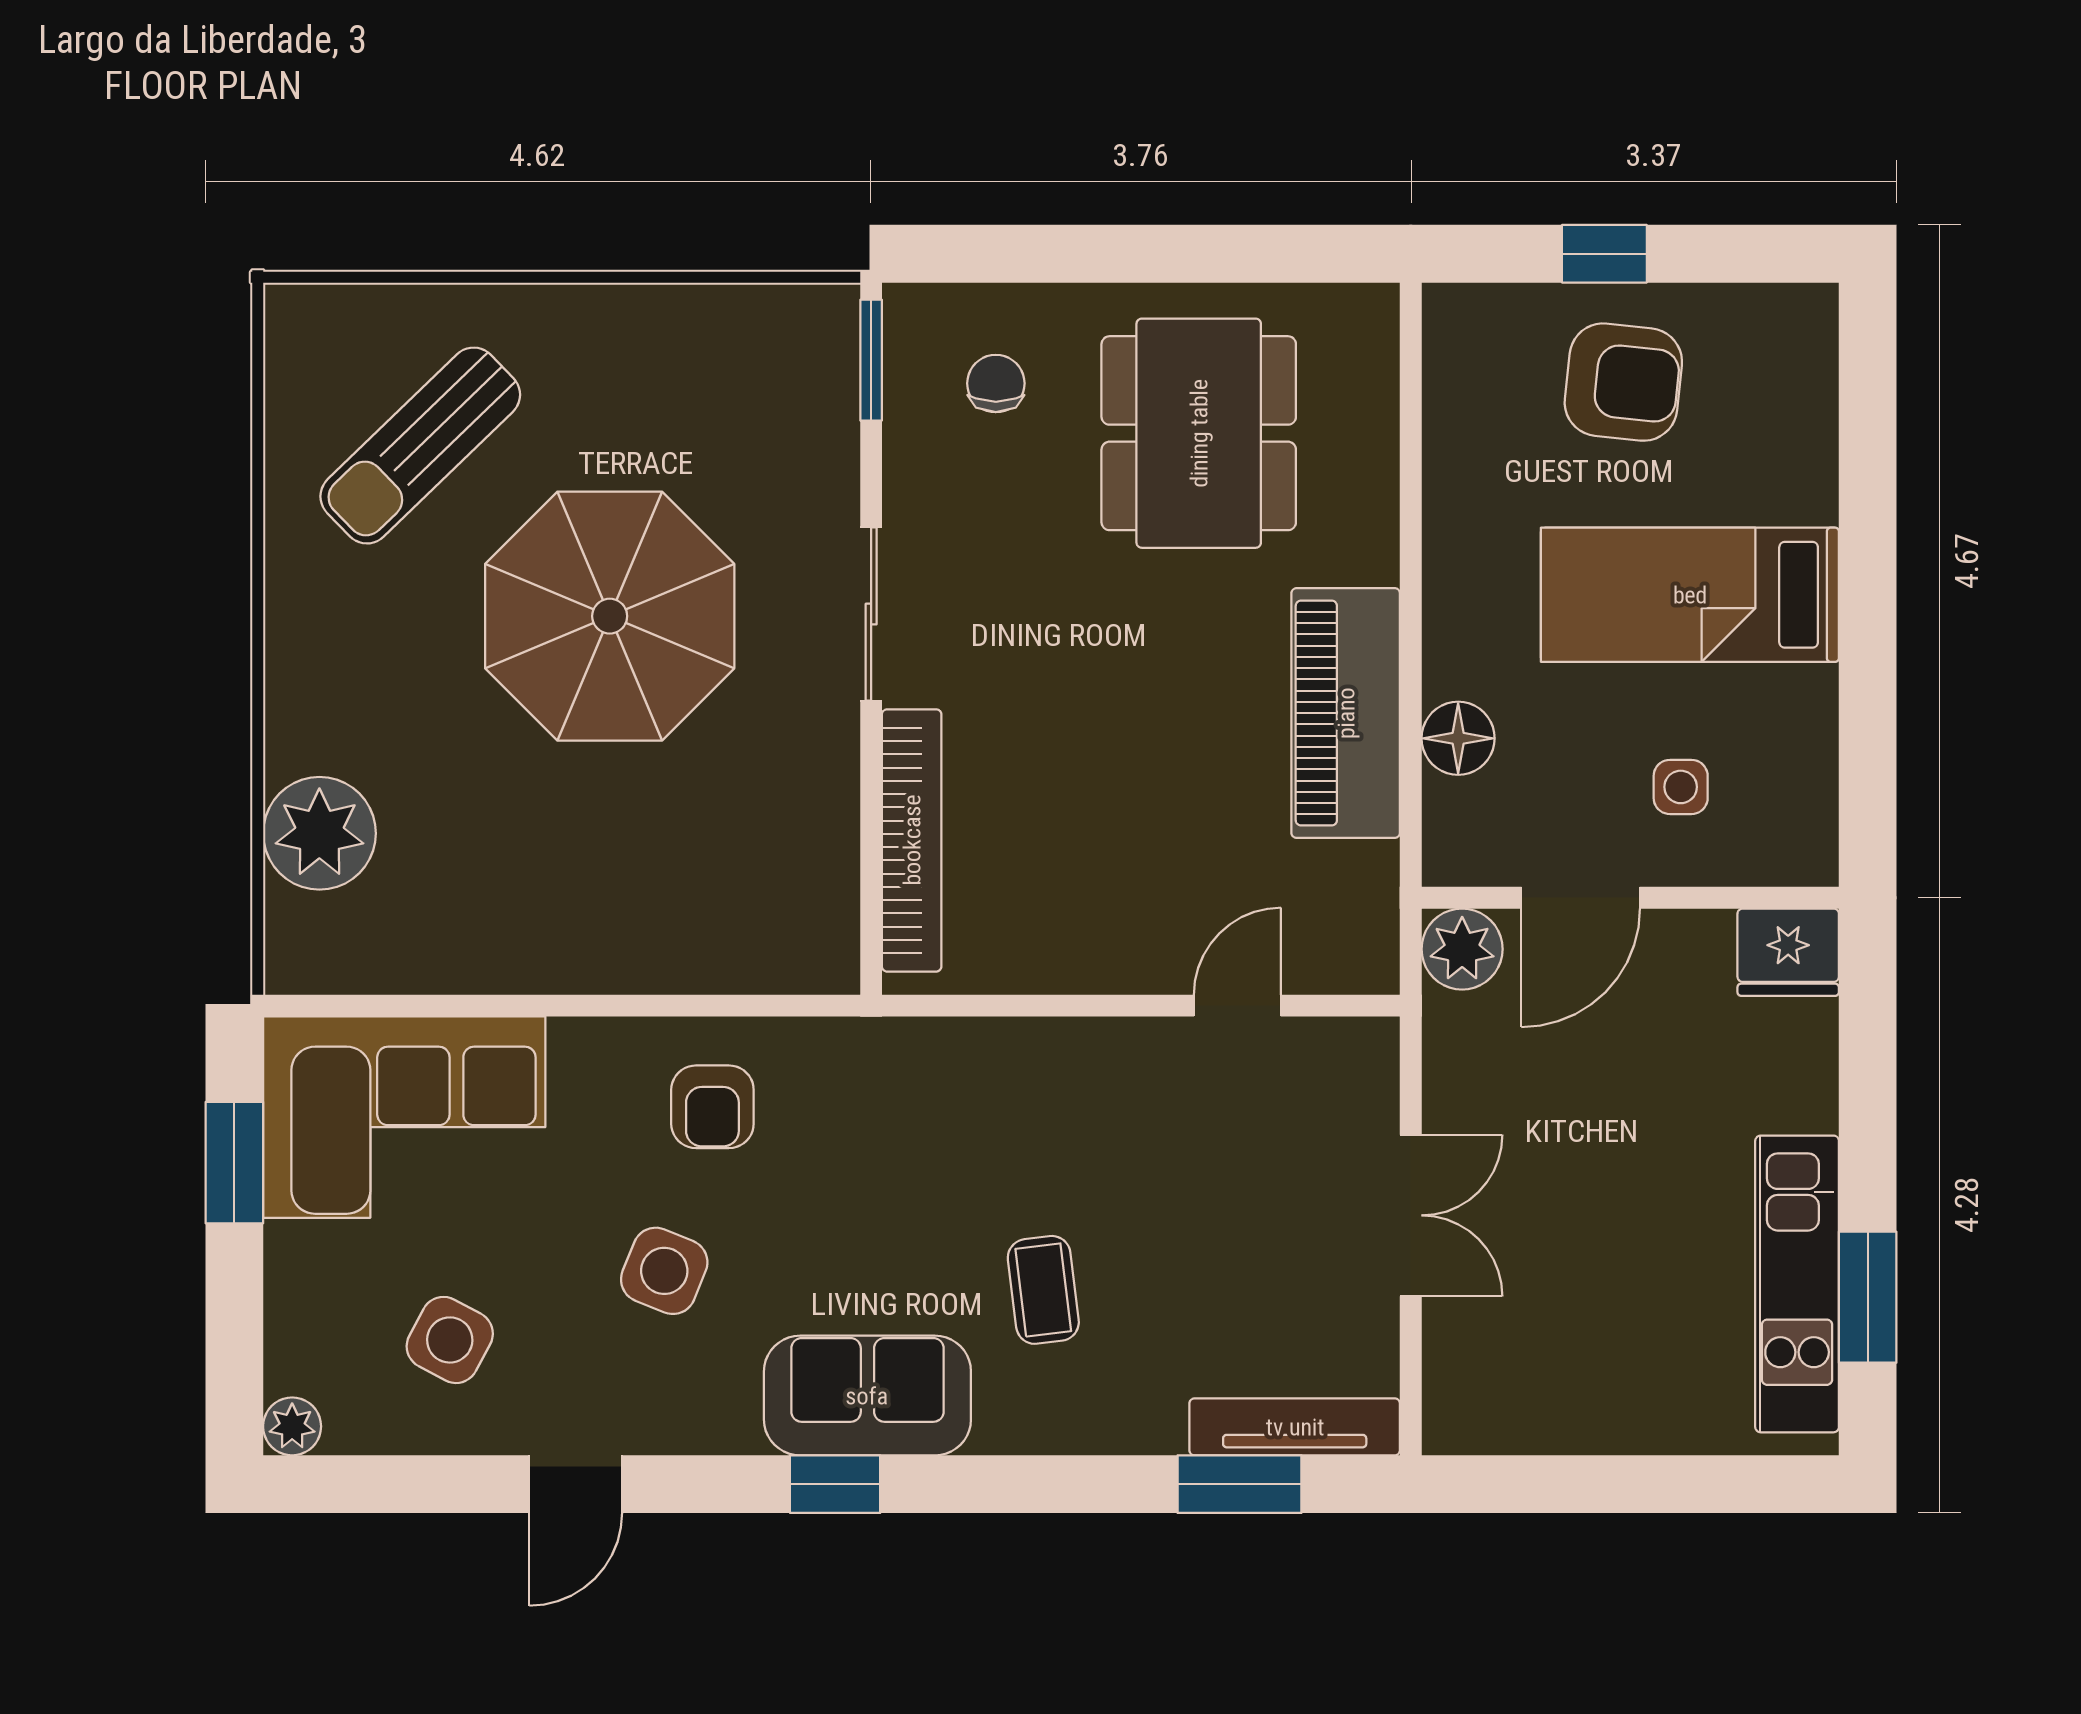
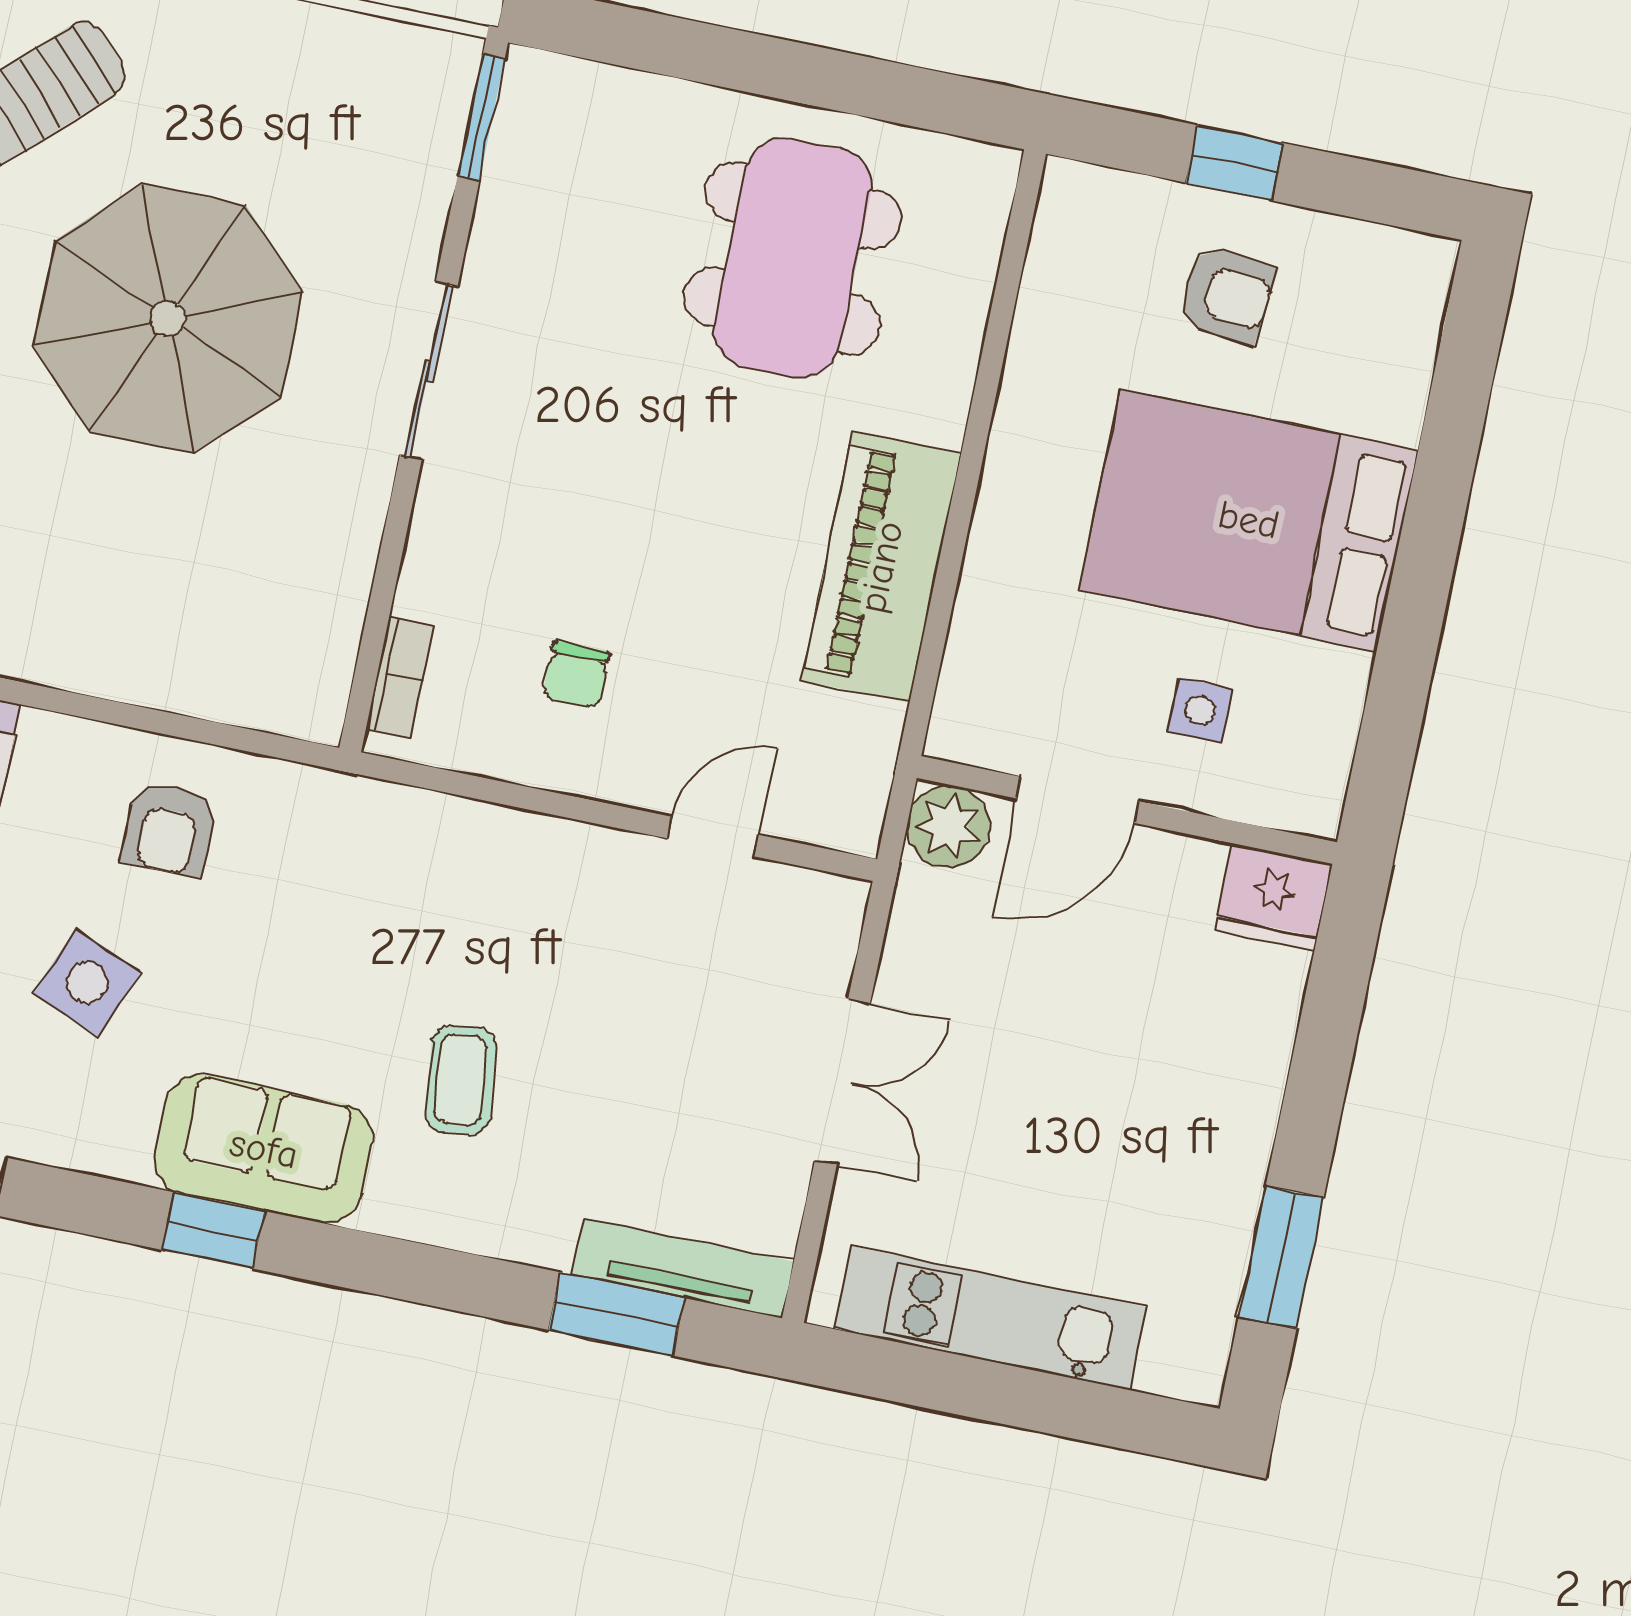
armchair: (1623, 382) -> (1226, 295), width x0.72, depth x0.72
chair: (996, 383) -> (576, 675), moved, turned 180
bed: (1690, 595) -> (1249, 520), width x1.50
floor lamp: (1458, 738) -> (988, 616), removed
bookcase: (912, 840) -> (400, 677), width x0.43, depth x0.76
kitchen unit: (1797, 1284) -> (991, 1318), moved, turned 90

